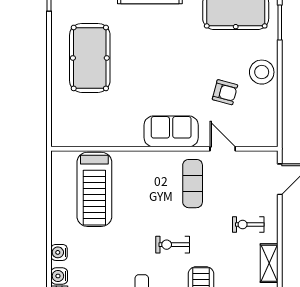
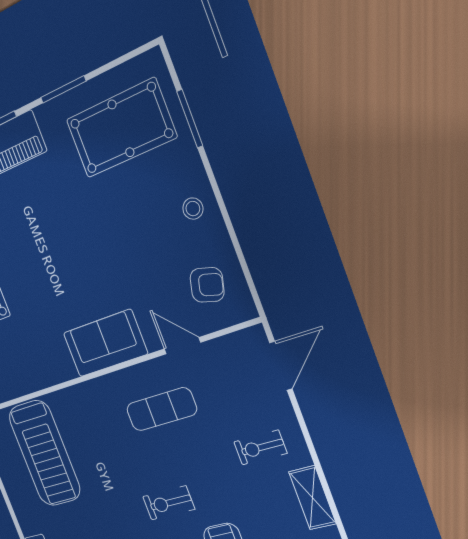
stool: (262, 72) -> (193, 209), width x0.53, depth x0.53
armchair: (225, 92) -> (207, 285), moved
exercise mat: (193, 184) -> (161, 409), turned 90

